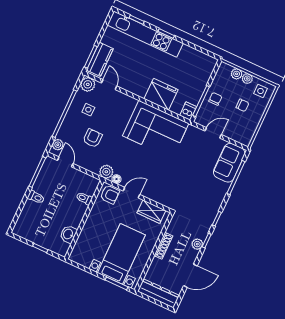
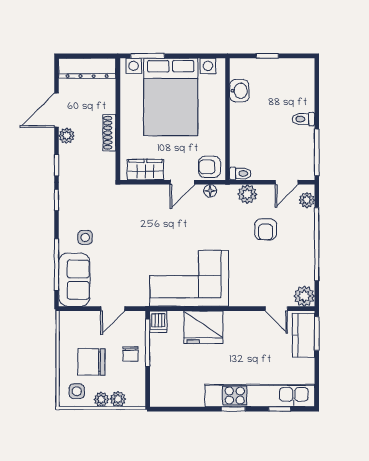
chair: (242, 105) -> (91, 362), width x1.87, depth x1.87
side table: (88, 110) -> (85, 237), moved
door: (65, 162) -> (287, 182), hinge flipped
plant: (106, 172) -> (247, 194), moved
toilet: (84, 198) -> (240, 173), moved
plant: (197, 244) -> (67, 136), moved
bed with nightstands: (121, 254) -> (171, 97), width x1.36

